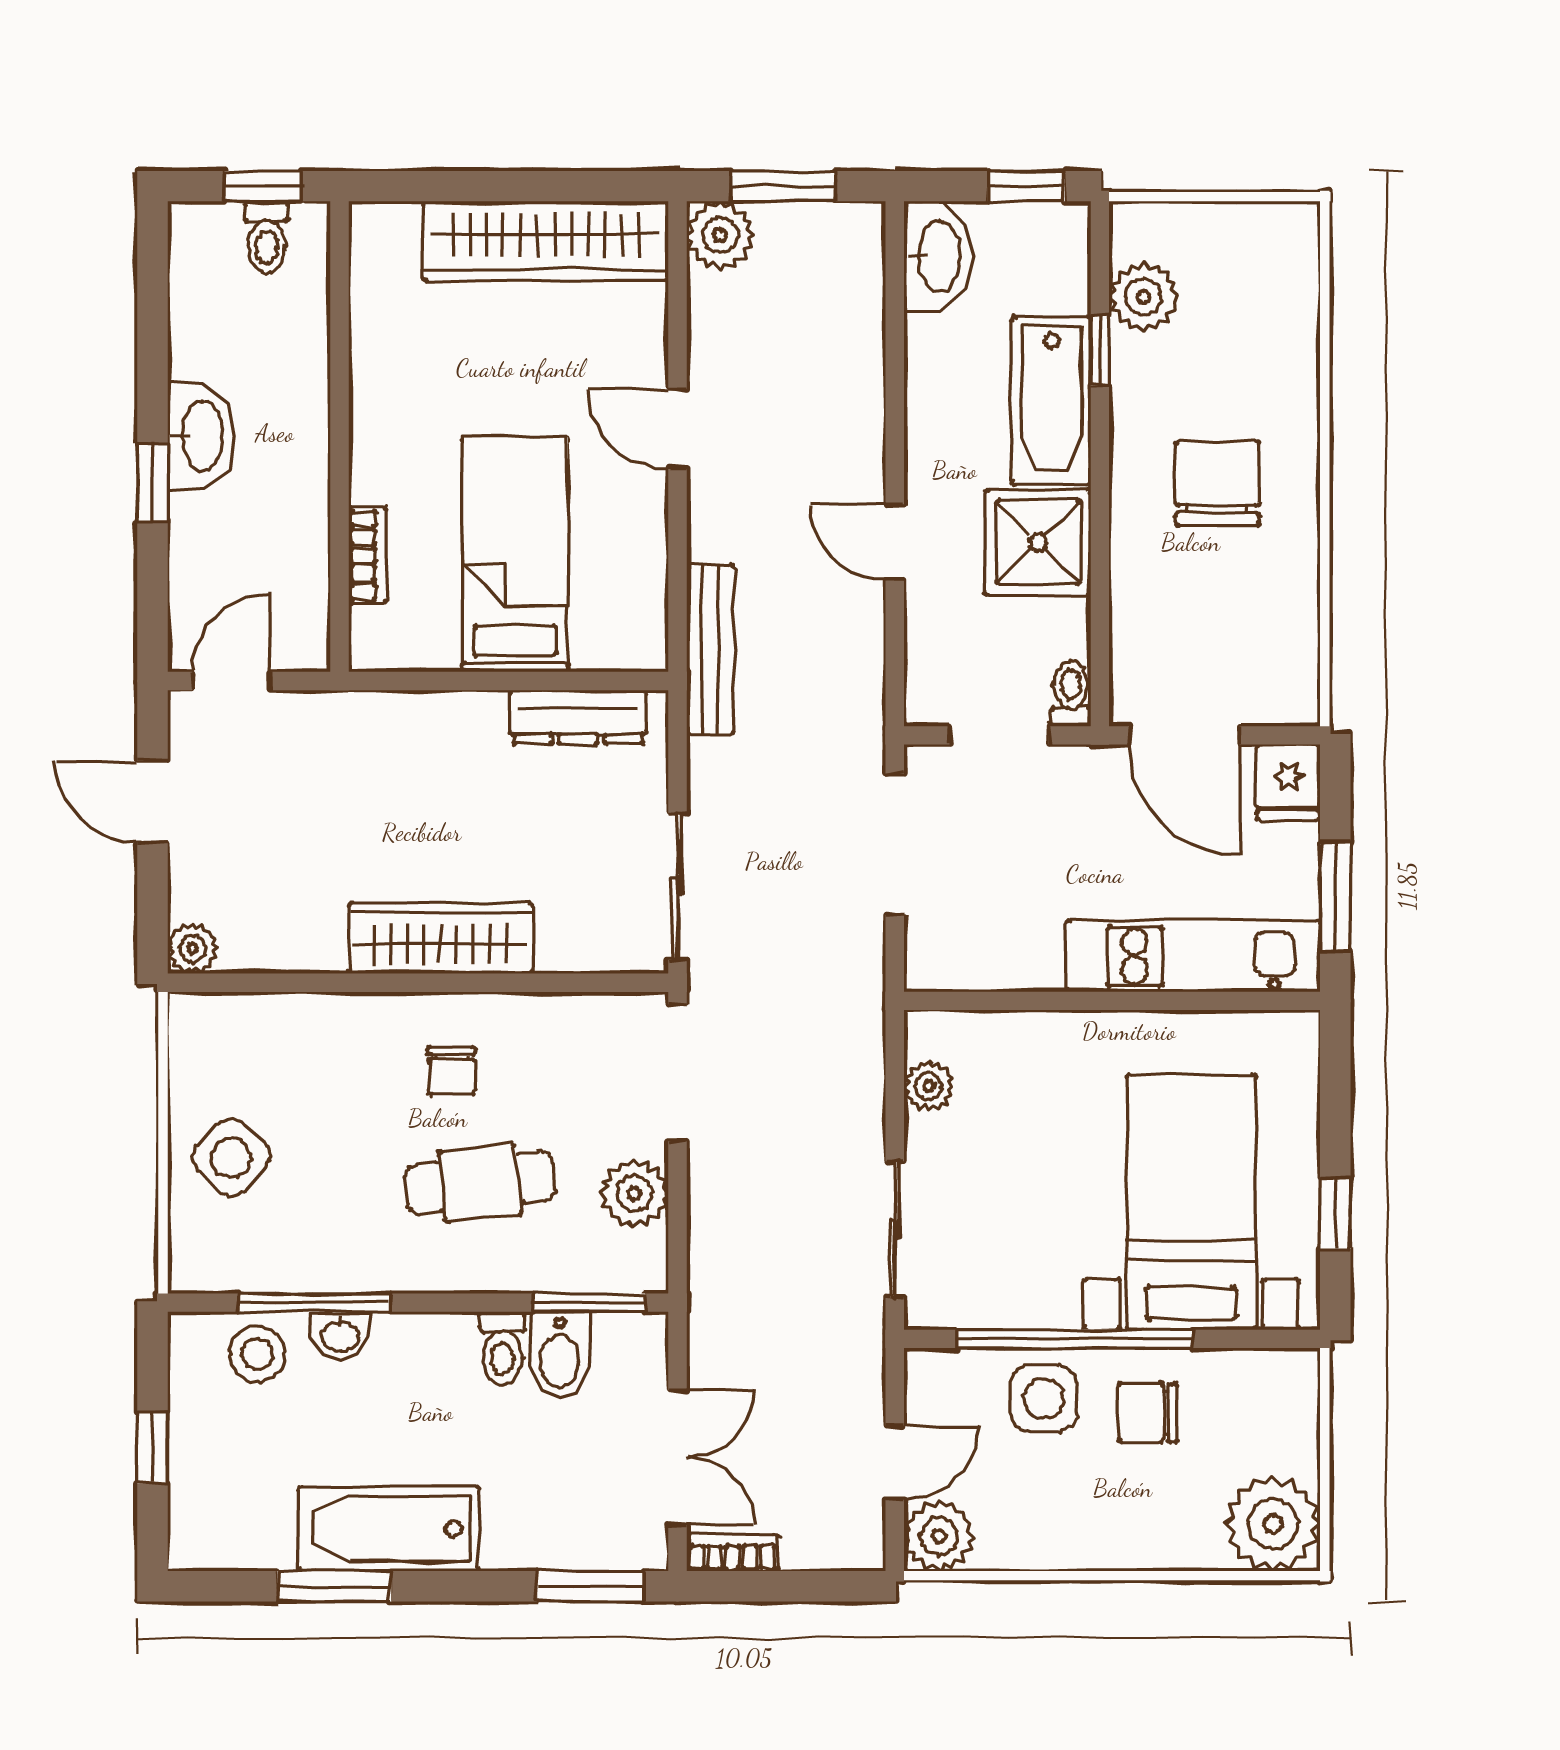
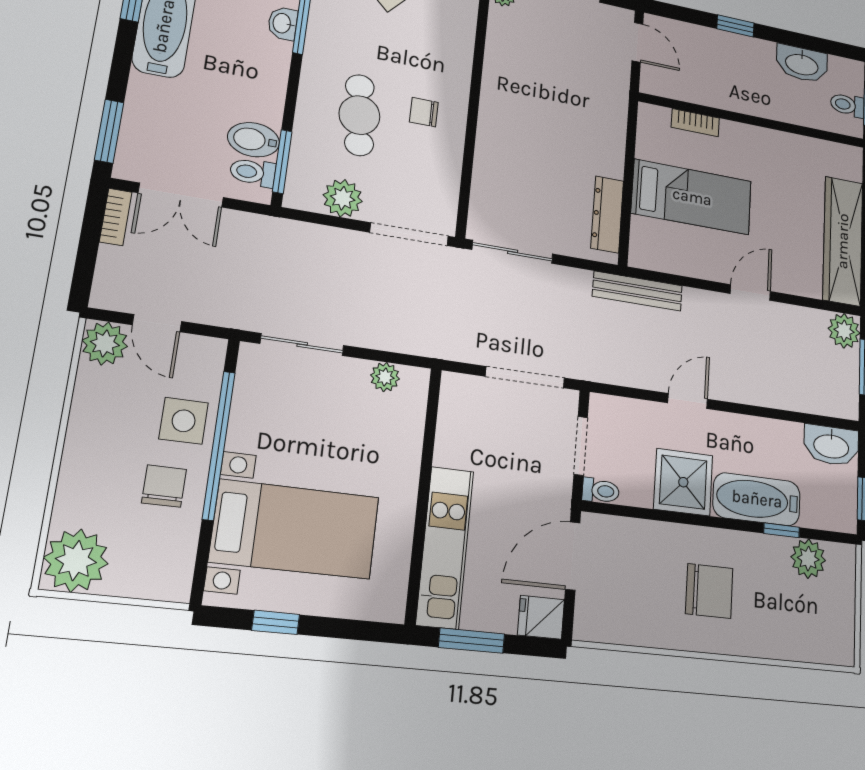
washbasin: (201, 436) -> (802, 64), moved
wardrobe: (440, 938) -> (496, 120), removed
toilet: (503, 1348) -> (253, 172), moved

